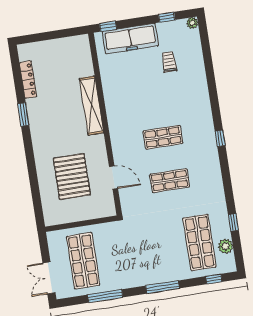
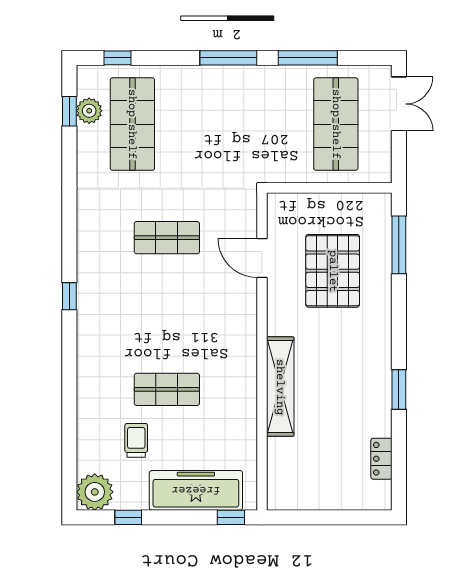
plant: (192, 23) -> (95, 492), width x1.88, depth x1.88
trolley: (169, 62) -> (136, 440), turned 180
locker: (28, 80) -> (381, 459), width x0.66
shop shelf: (163, 137) -> (167, 389), moved
window: (36, 197) -> (399, 245), added
window: (233, 222) -> (69, 111), moved
window: (162, 287) -> (228, 58), moved

